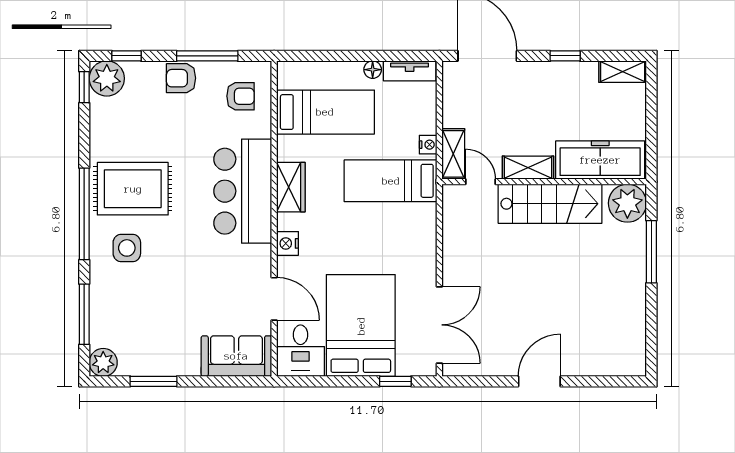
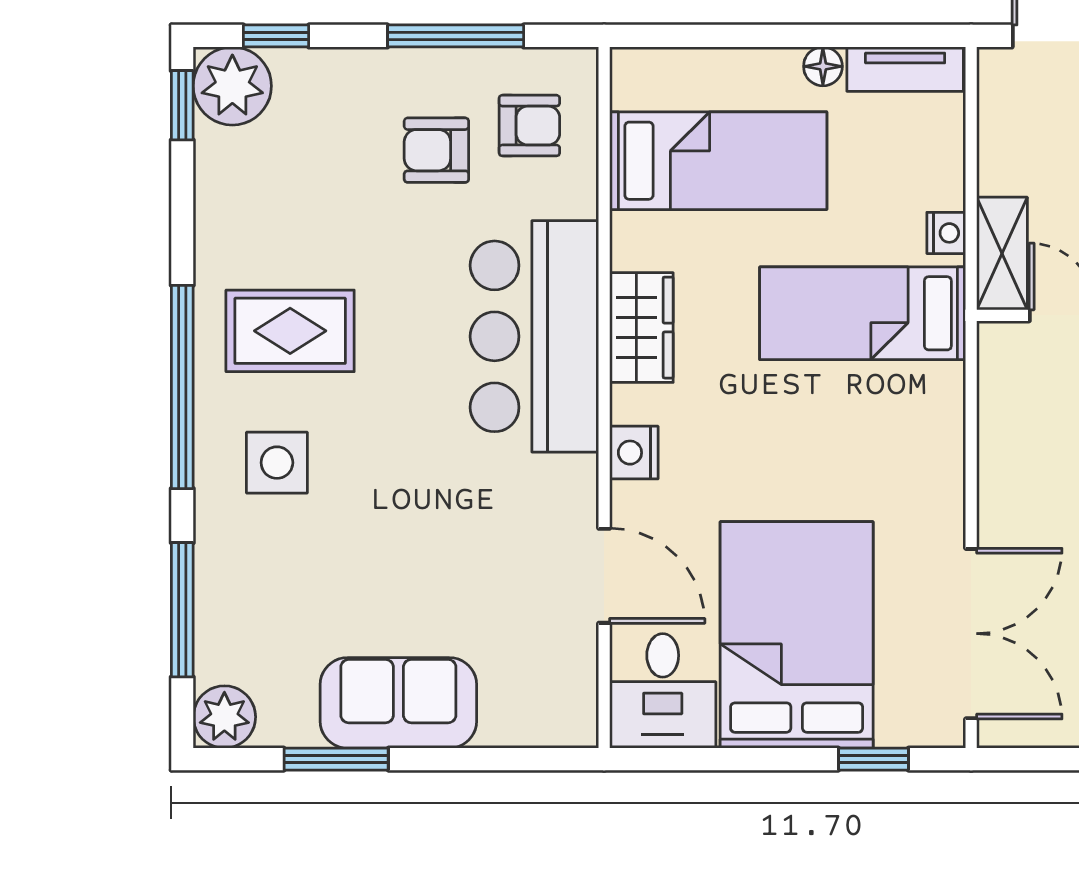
armchair: (181, 78) -> (436, 150), moved
rug: (133, 189) -> (290, 331), width x0.73, depth x0.70
sofa: (236, 356) -> (398, 703), moved

